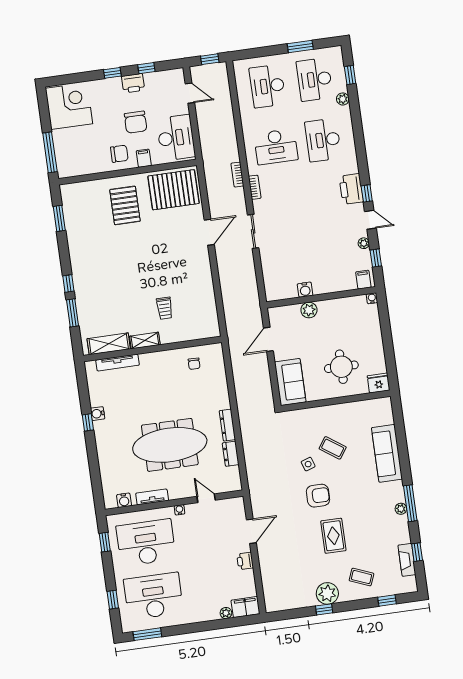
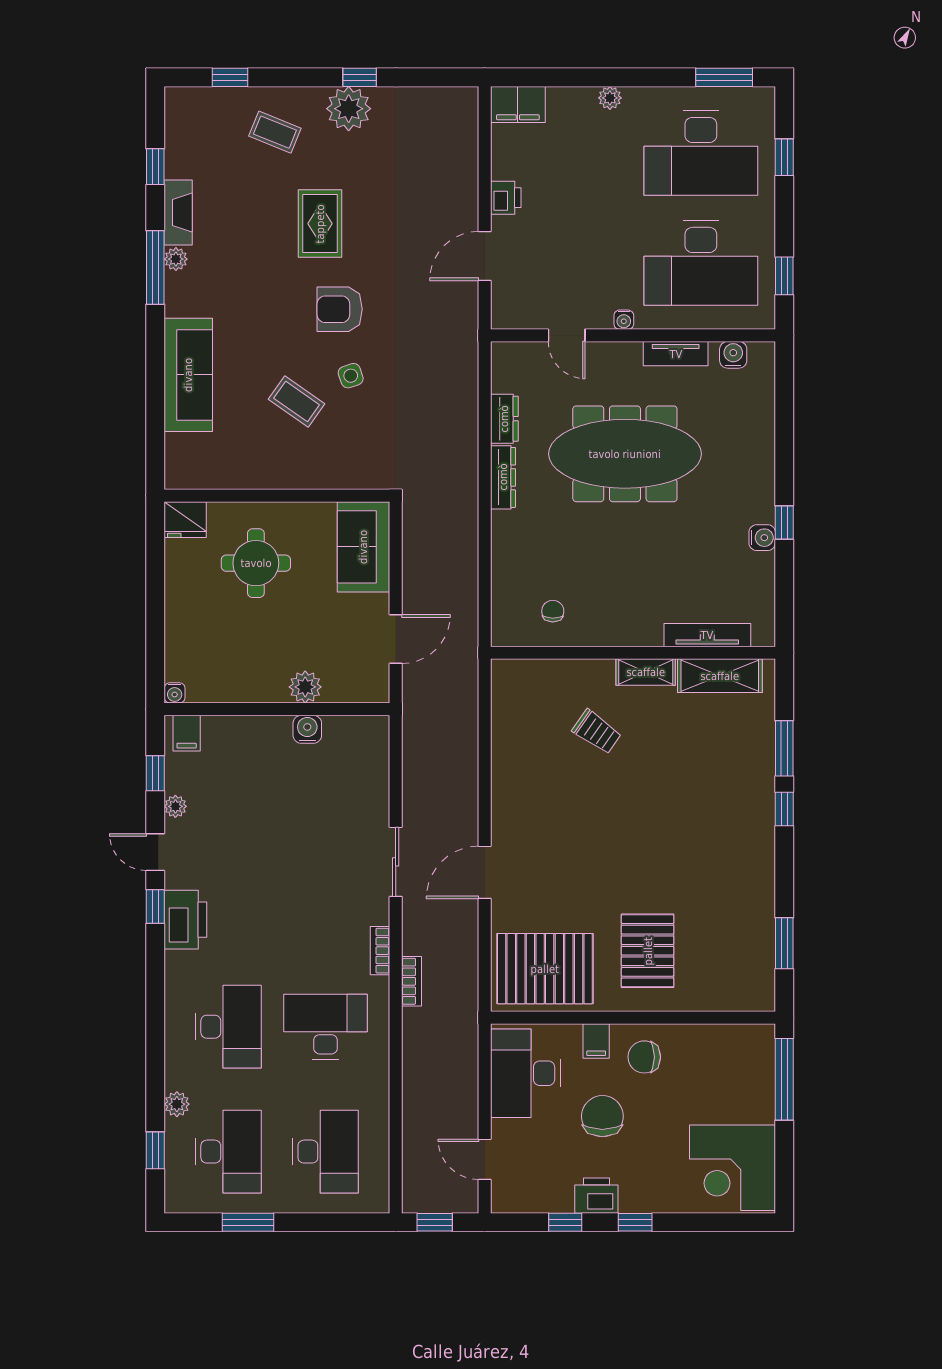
trolley: (165, 308) -> (597, 732), turned 125
fireplace: (407, 560) -> (178, 212), moved
plant: (226, 613) -> (610, 98), moved

